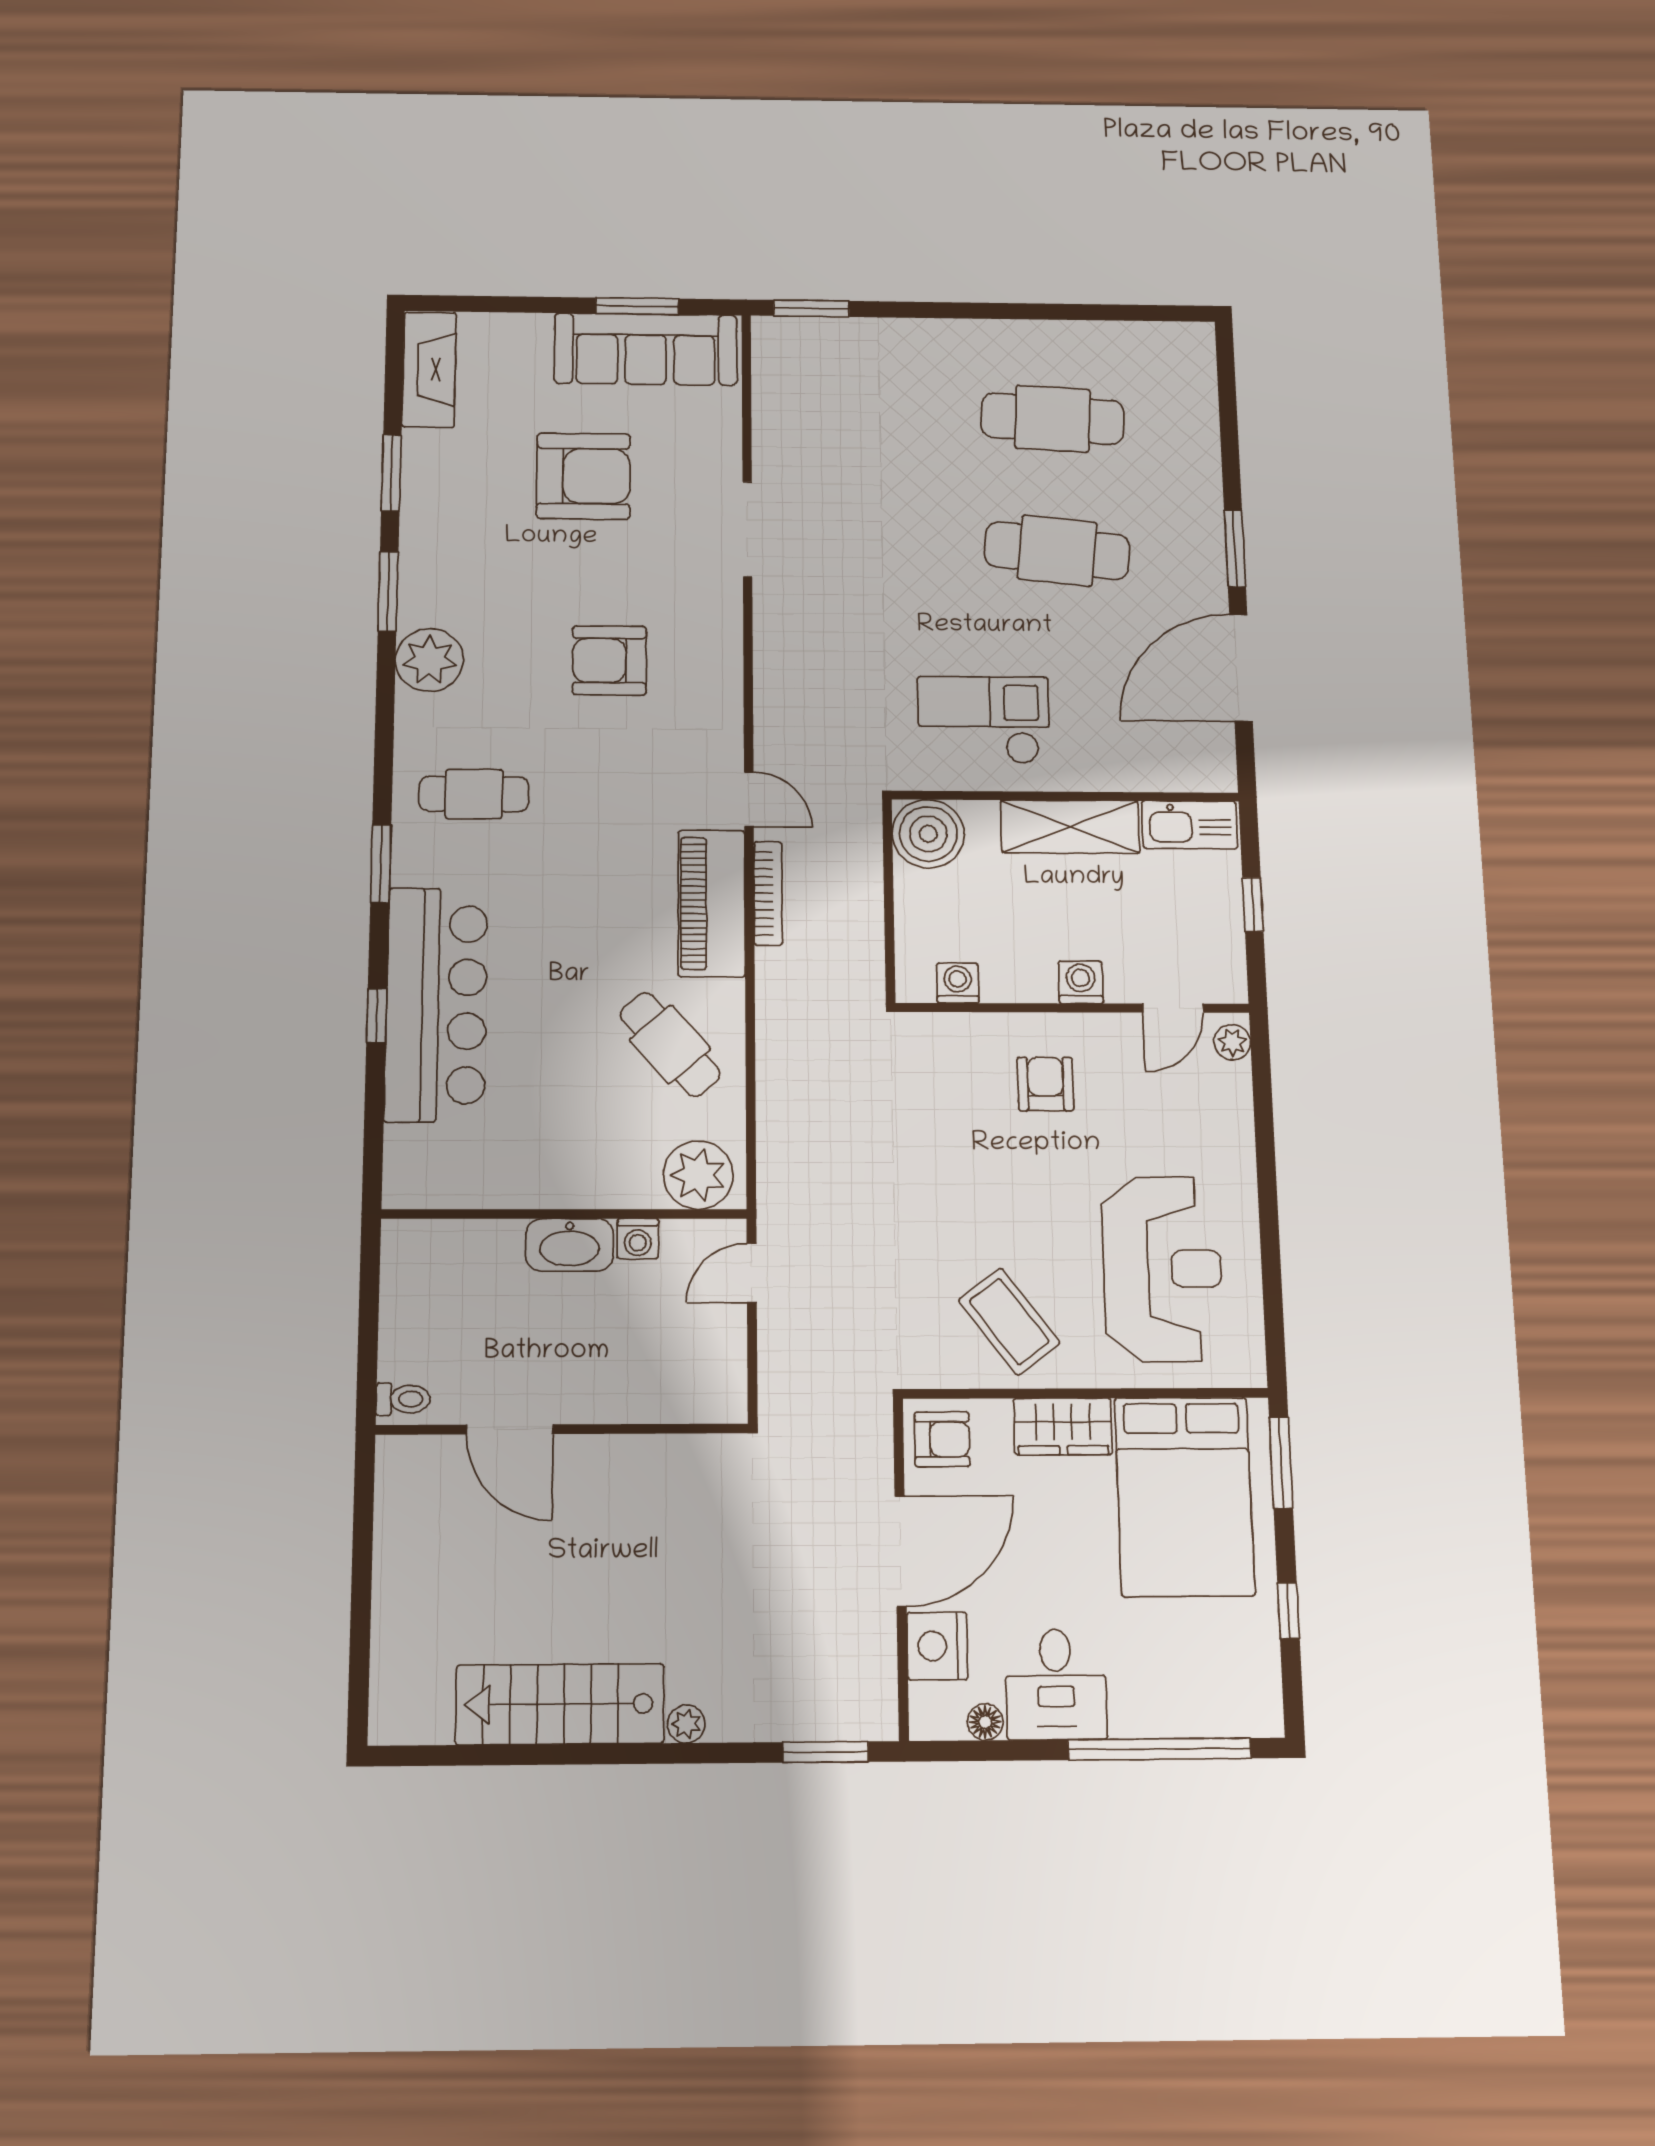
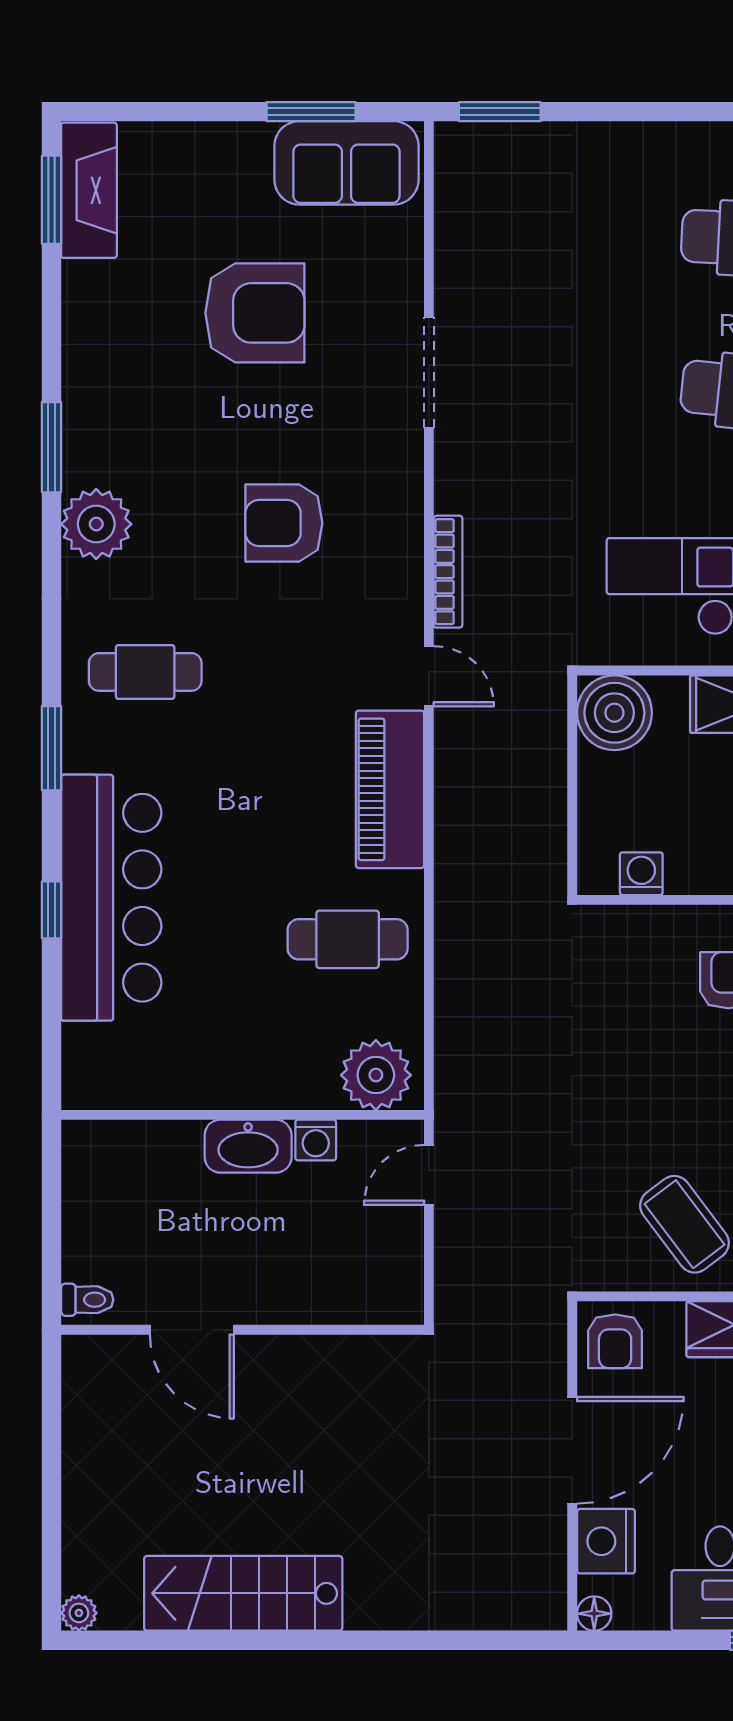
sofa: (646, 349) -> (346, 163), width x0.73
window: (391, 473) -> (52, 200), moved
bookcase: (768, 893) -> (448, 572), moved
cafe table: (670, 1044) -> (348, 939), turned -49
armchair: (942, 1439) -> (615, 1341), turned 90
floor lamp: (985, 1722) -> (594, 1614), moved
plant: (686, 1724) -> (79, 1613), moved
window: (826, 1752) -> (497, 1640), removed

